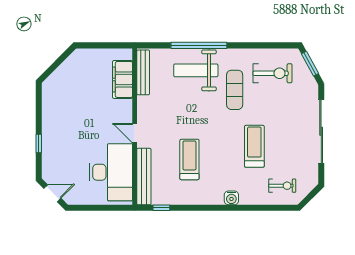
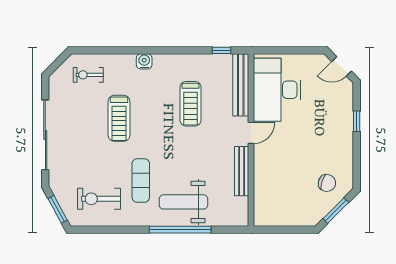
window: (58, 63) -> (336, 211), added
weight bench: (196, 70) -> (183, 202), turned 180
bench: (143, 72) -> (242, 171), moved
filing cabinet: (123, 79) -> (264, 192), removed
chair: (66, 88) -> (327, 183), added
door: (135, 133) -> (251, 133), hinge flipped

